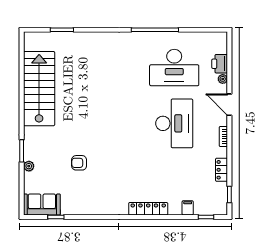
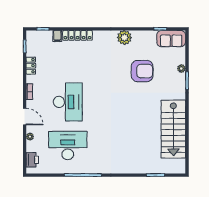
printer: (220, 64) -> (32, 160), moved
desk: (174, 123) -> (68, 102), turned 180
armchair: (79, 163) -> (142, 71), width x1.88, depth x1.88
plant: (102, 206) -> (124, 38), added
locker: (148, 209) -> (78, 35), moved

